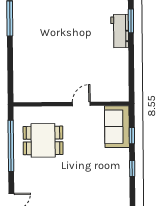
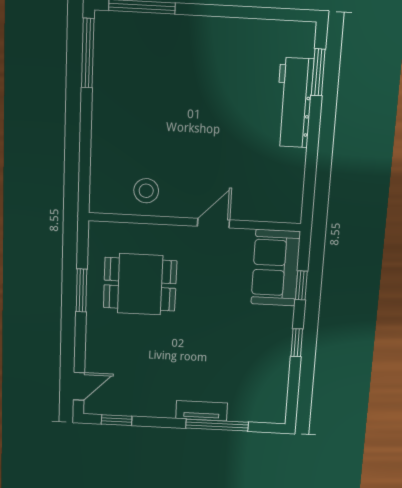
workbench: (120, 31) -> (294, 103), width x1.37
stool: (44, 89) -> (146, 191), added
window: (11, 146) -> (81, 290), width x0.47

